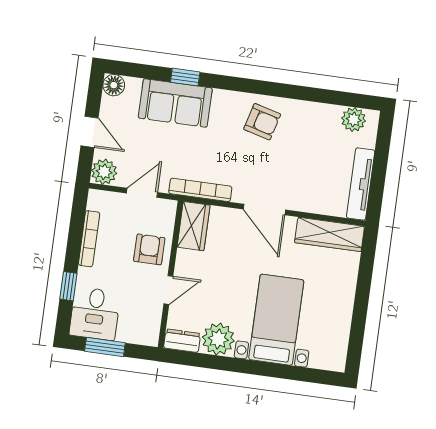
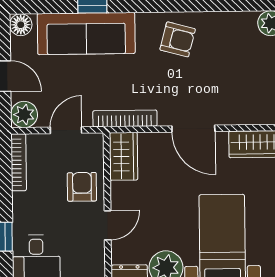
sofa: (175, 103) -> (86, 34), width x1.36
bookcase: (89, 239) -> (19, 162), moved

